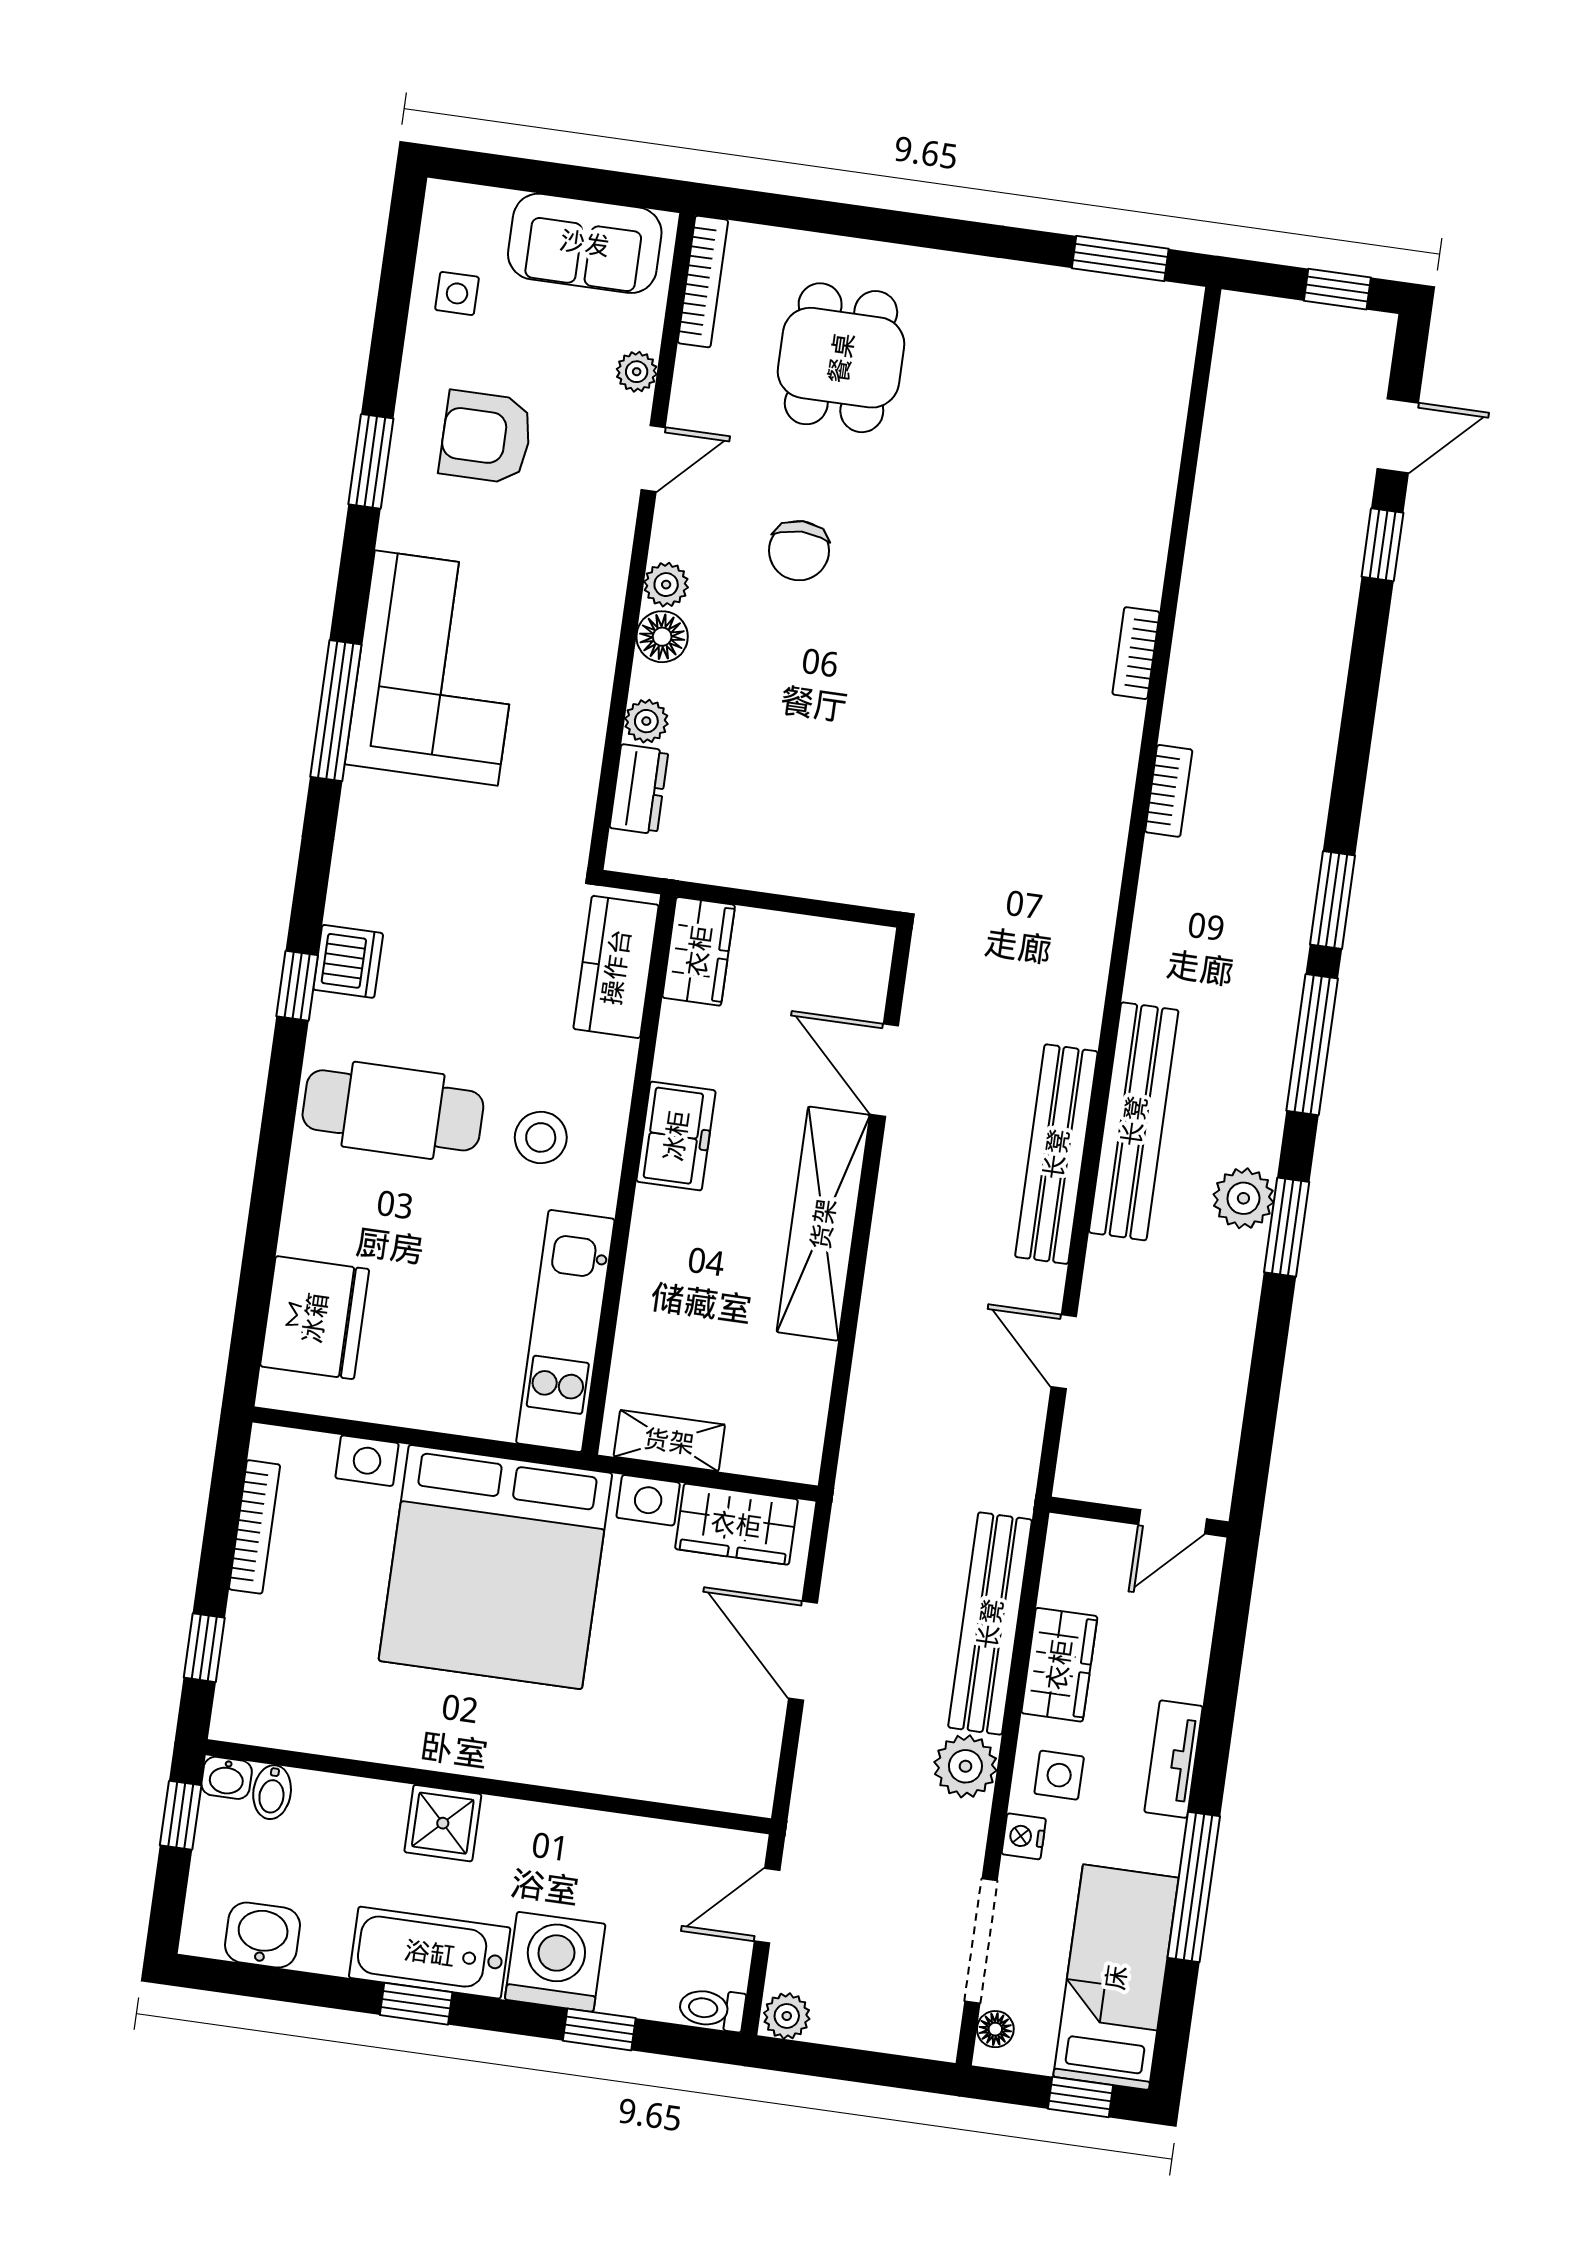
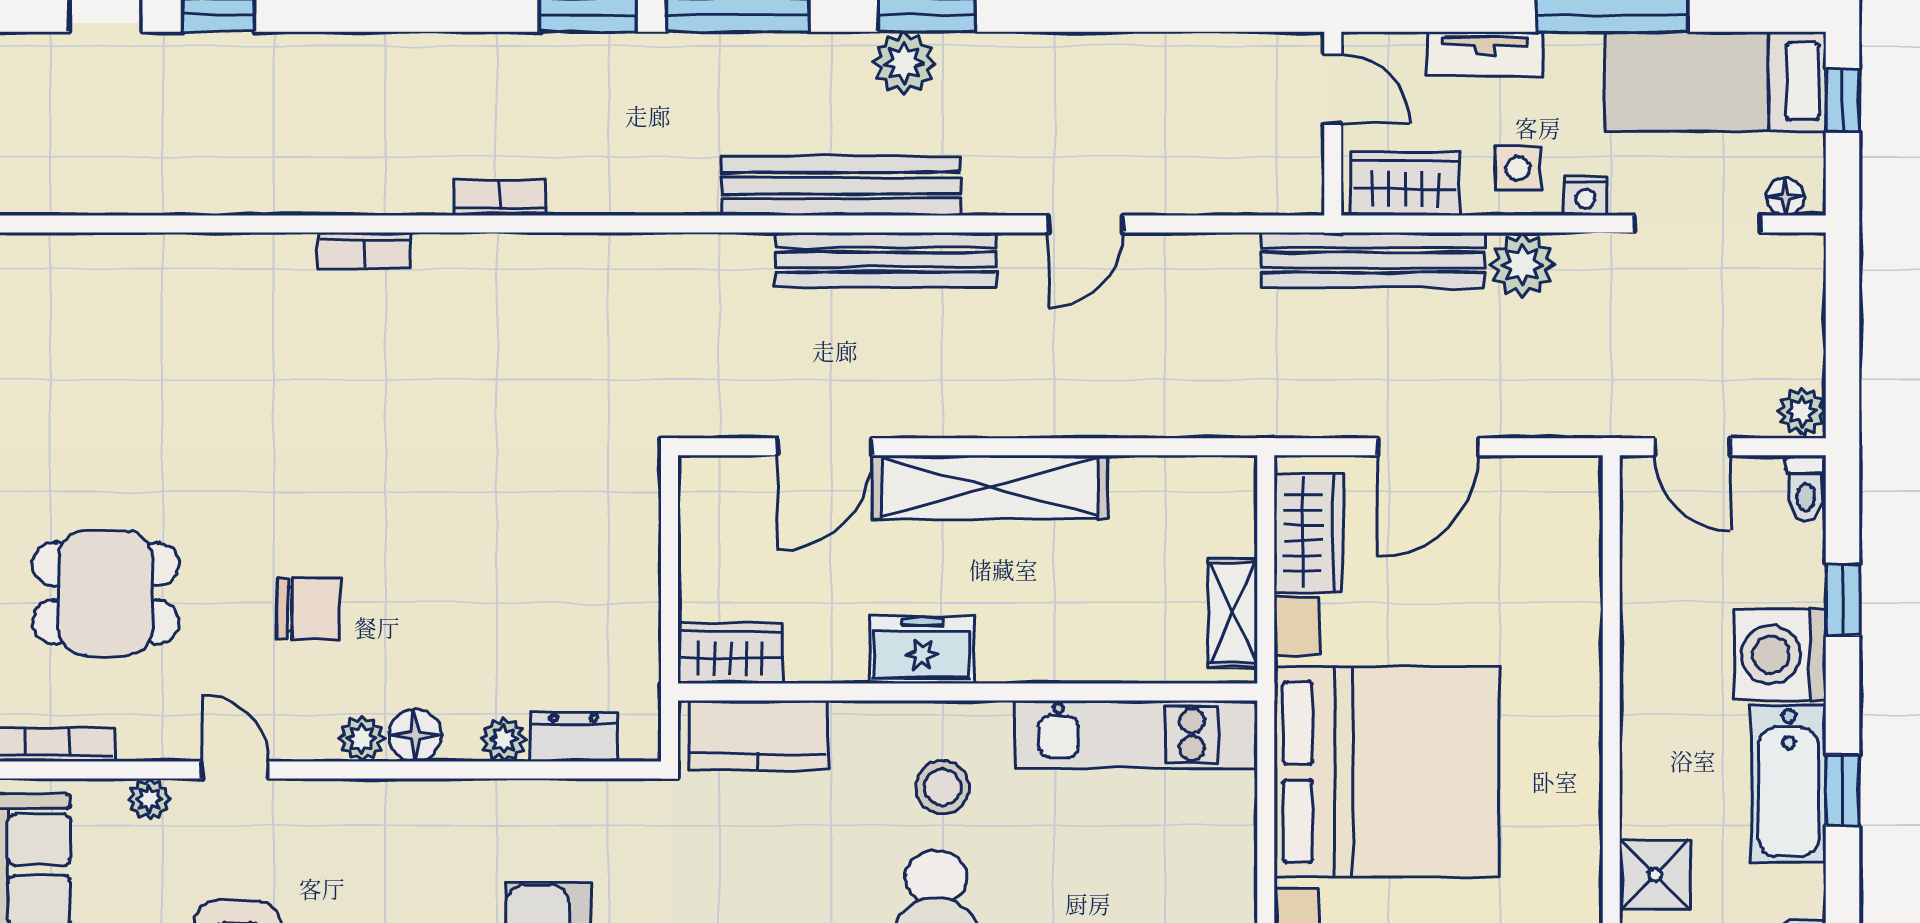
wall: (1139, 1517) -> (1333, 124), moved
door: (1172, 1522) -> (1333, 89), moved
shower: (443, 1823) -> (1655, 875), moved

